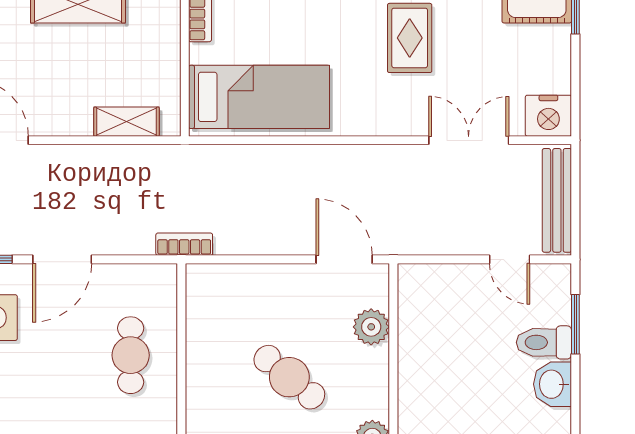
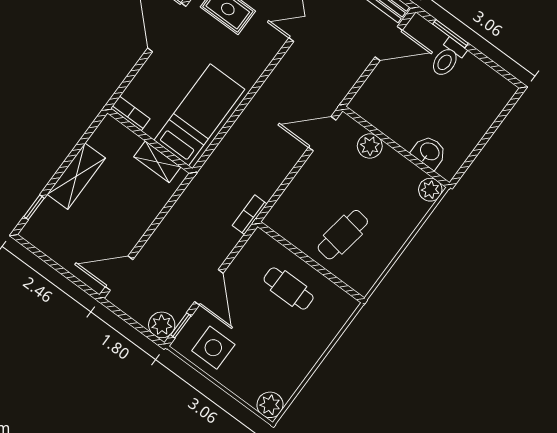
shelving: (126, 122) -> (157, 162), moved, turned 90
door: (510, 259) -> (389, 44), width x1.38
cafe table: (289, 377) -> (343, 235), moved, turned -31
washbasin: (553, 384) -> (429, 152), moved, turned 180

